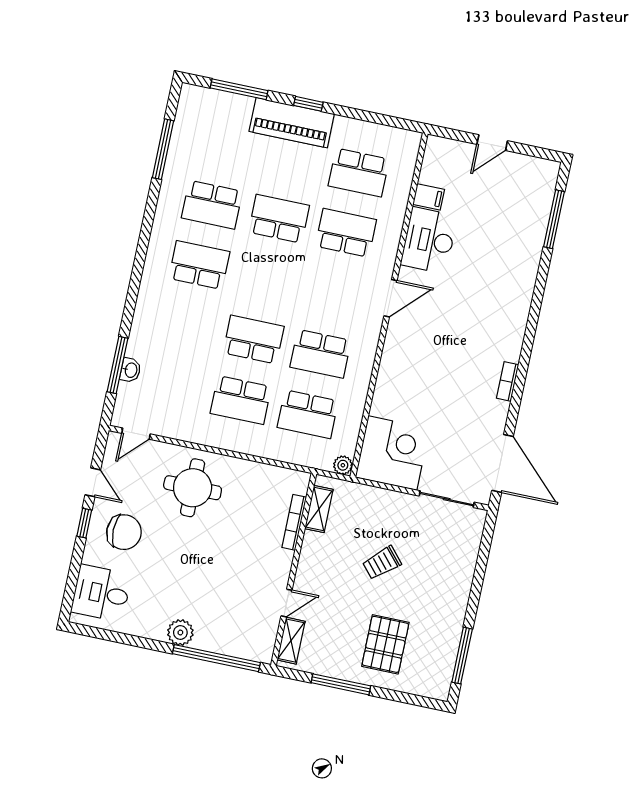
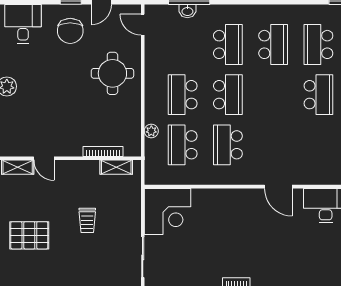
school desk: (346, 233) -> (228, 44), moved
plant: (343, 465) -> (151, 131), moved
trolley: (382, 563) -> (87, 220), turned -139

